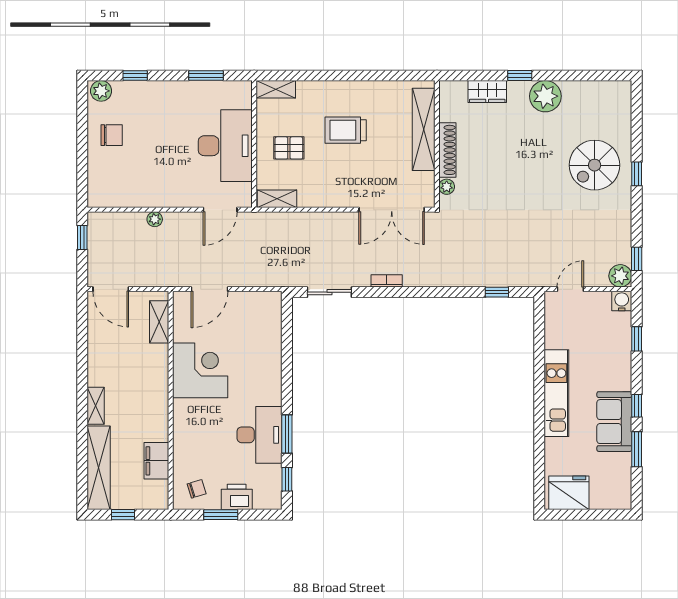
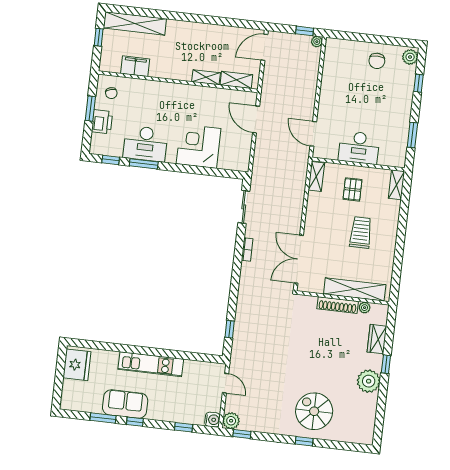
desk: (225, 146) -> (359, 148), width x0.73, depth x0.77
plant: (447, 187) -> (365, 308), moved
plant: (155, 219) -> (317, 42), moved
corner desk: (200, 370) -> (199, 146), moved, turned 180
shelving: (96, 406) -> (206, 77), moved

